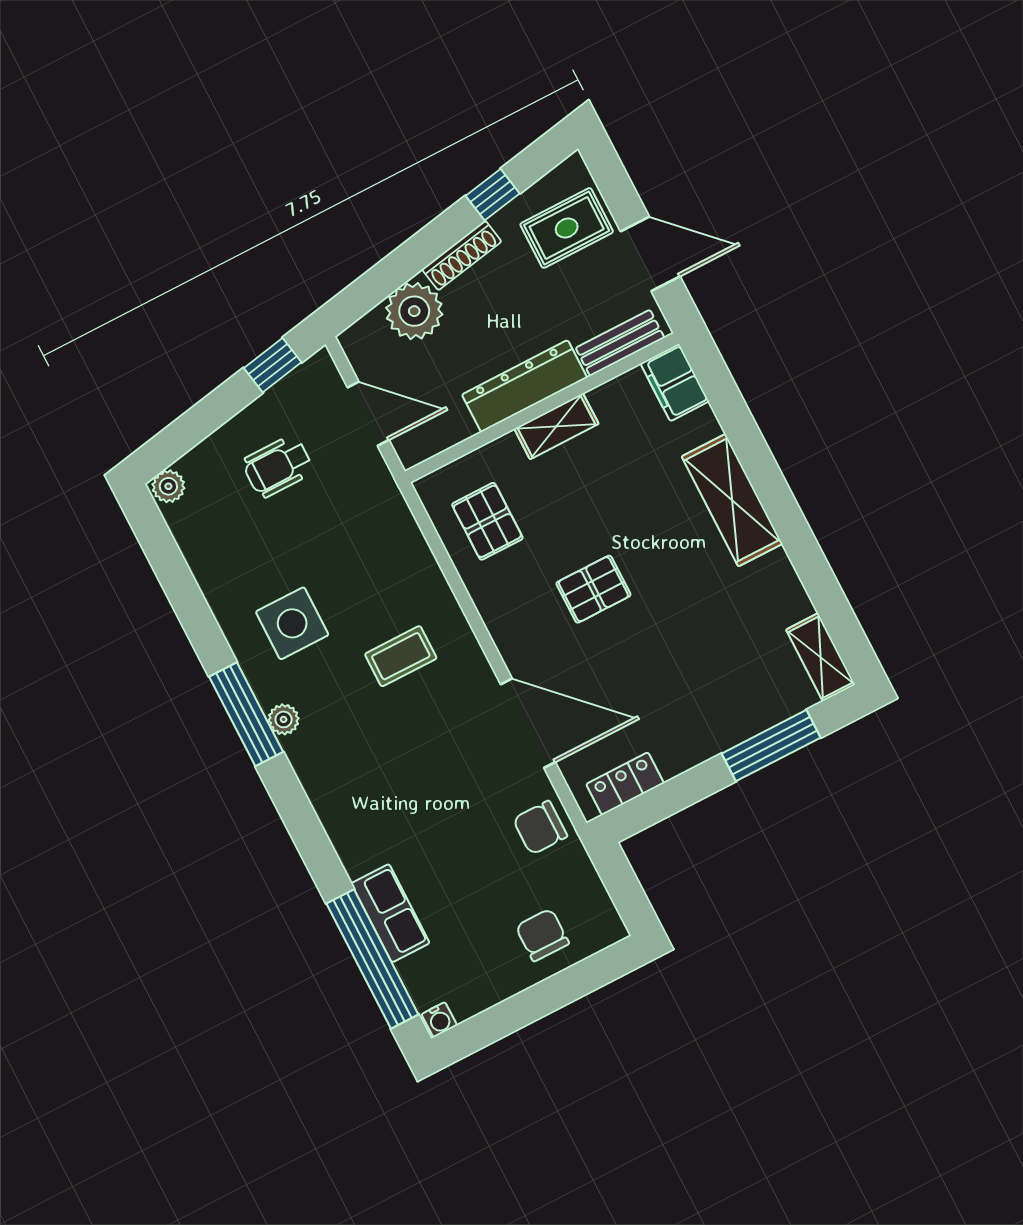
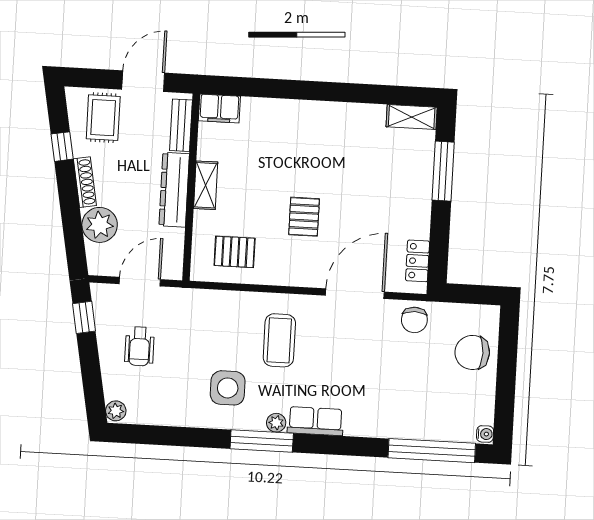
shelving: (732, 500) -> (300, 115), removed
coffee table: (401, 656) -> (279, 340), width x1.36, depth x1.30
row of seats: (390, 913) -> (315, 421), moved
chair: (542, 935) -> (472, 352), width x1.37, depth x1.37

